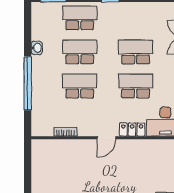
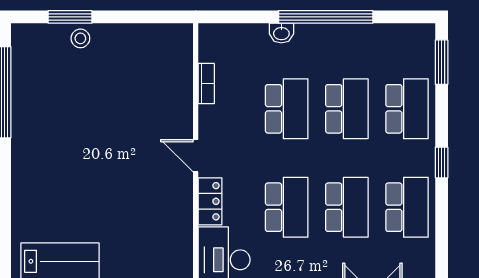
school desk: (136, 18) -> (407, 207), added
washbasin: (37, 48) -> (281, 33), moved
window: (28, 83) -> (326, 17), moved

